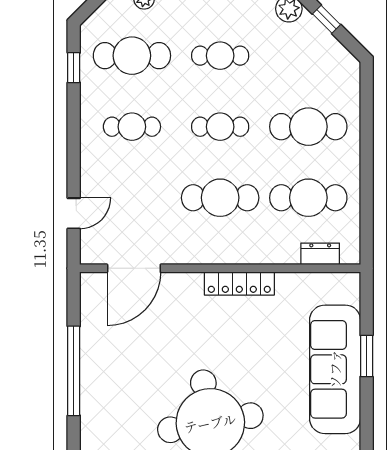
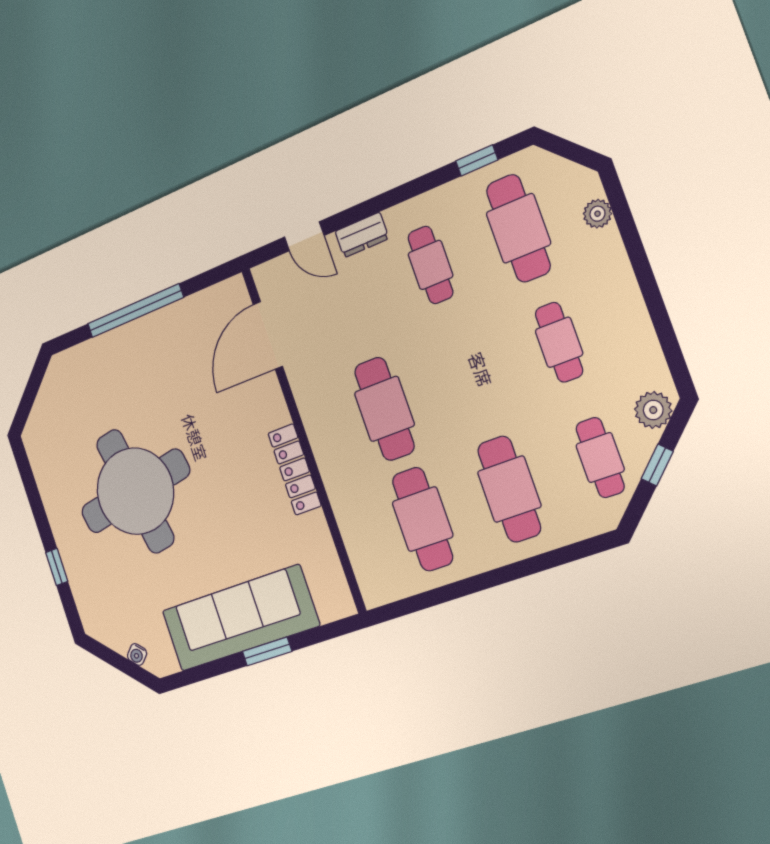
cafe table: (220, 127) -> (600, 458), moved
dresser: (320, 254) -> (362, 235), moved, turned 90
door: (134, 268) -> (268, 335), hinge flipped

